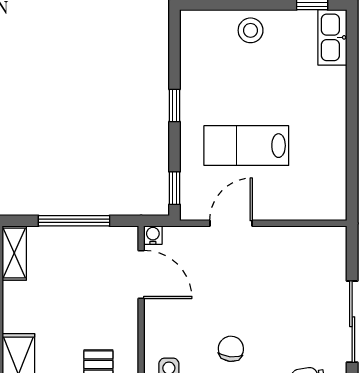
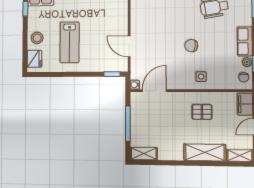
fridge: (207, 25) -> (35, 59), added
window: (175, 106) -> (72, 74), removed
lab bench: (246, 146) -> (70, 42), moved

